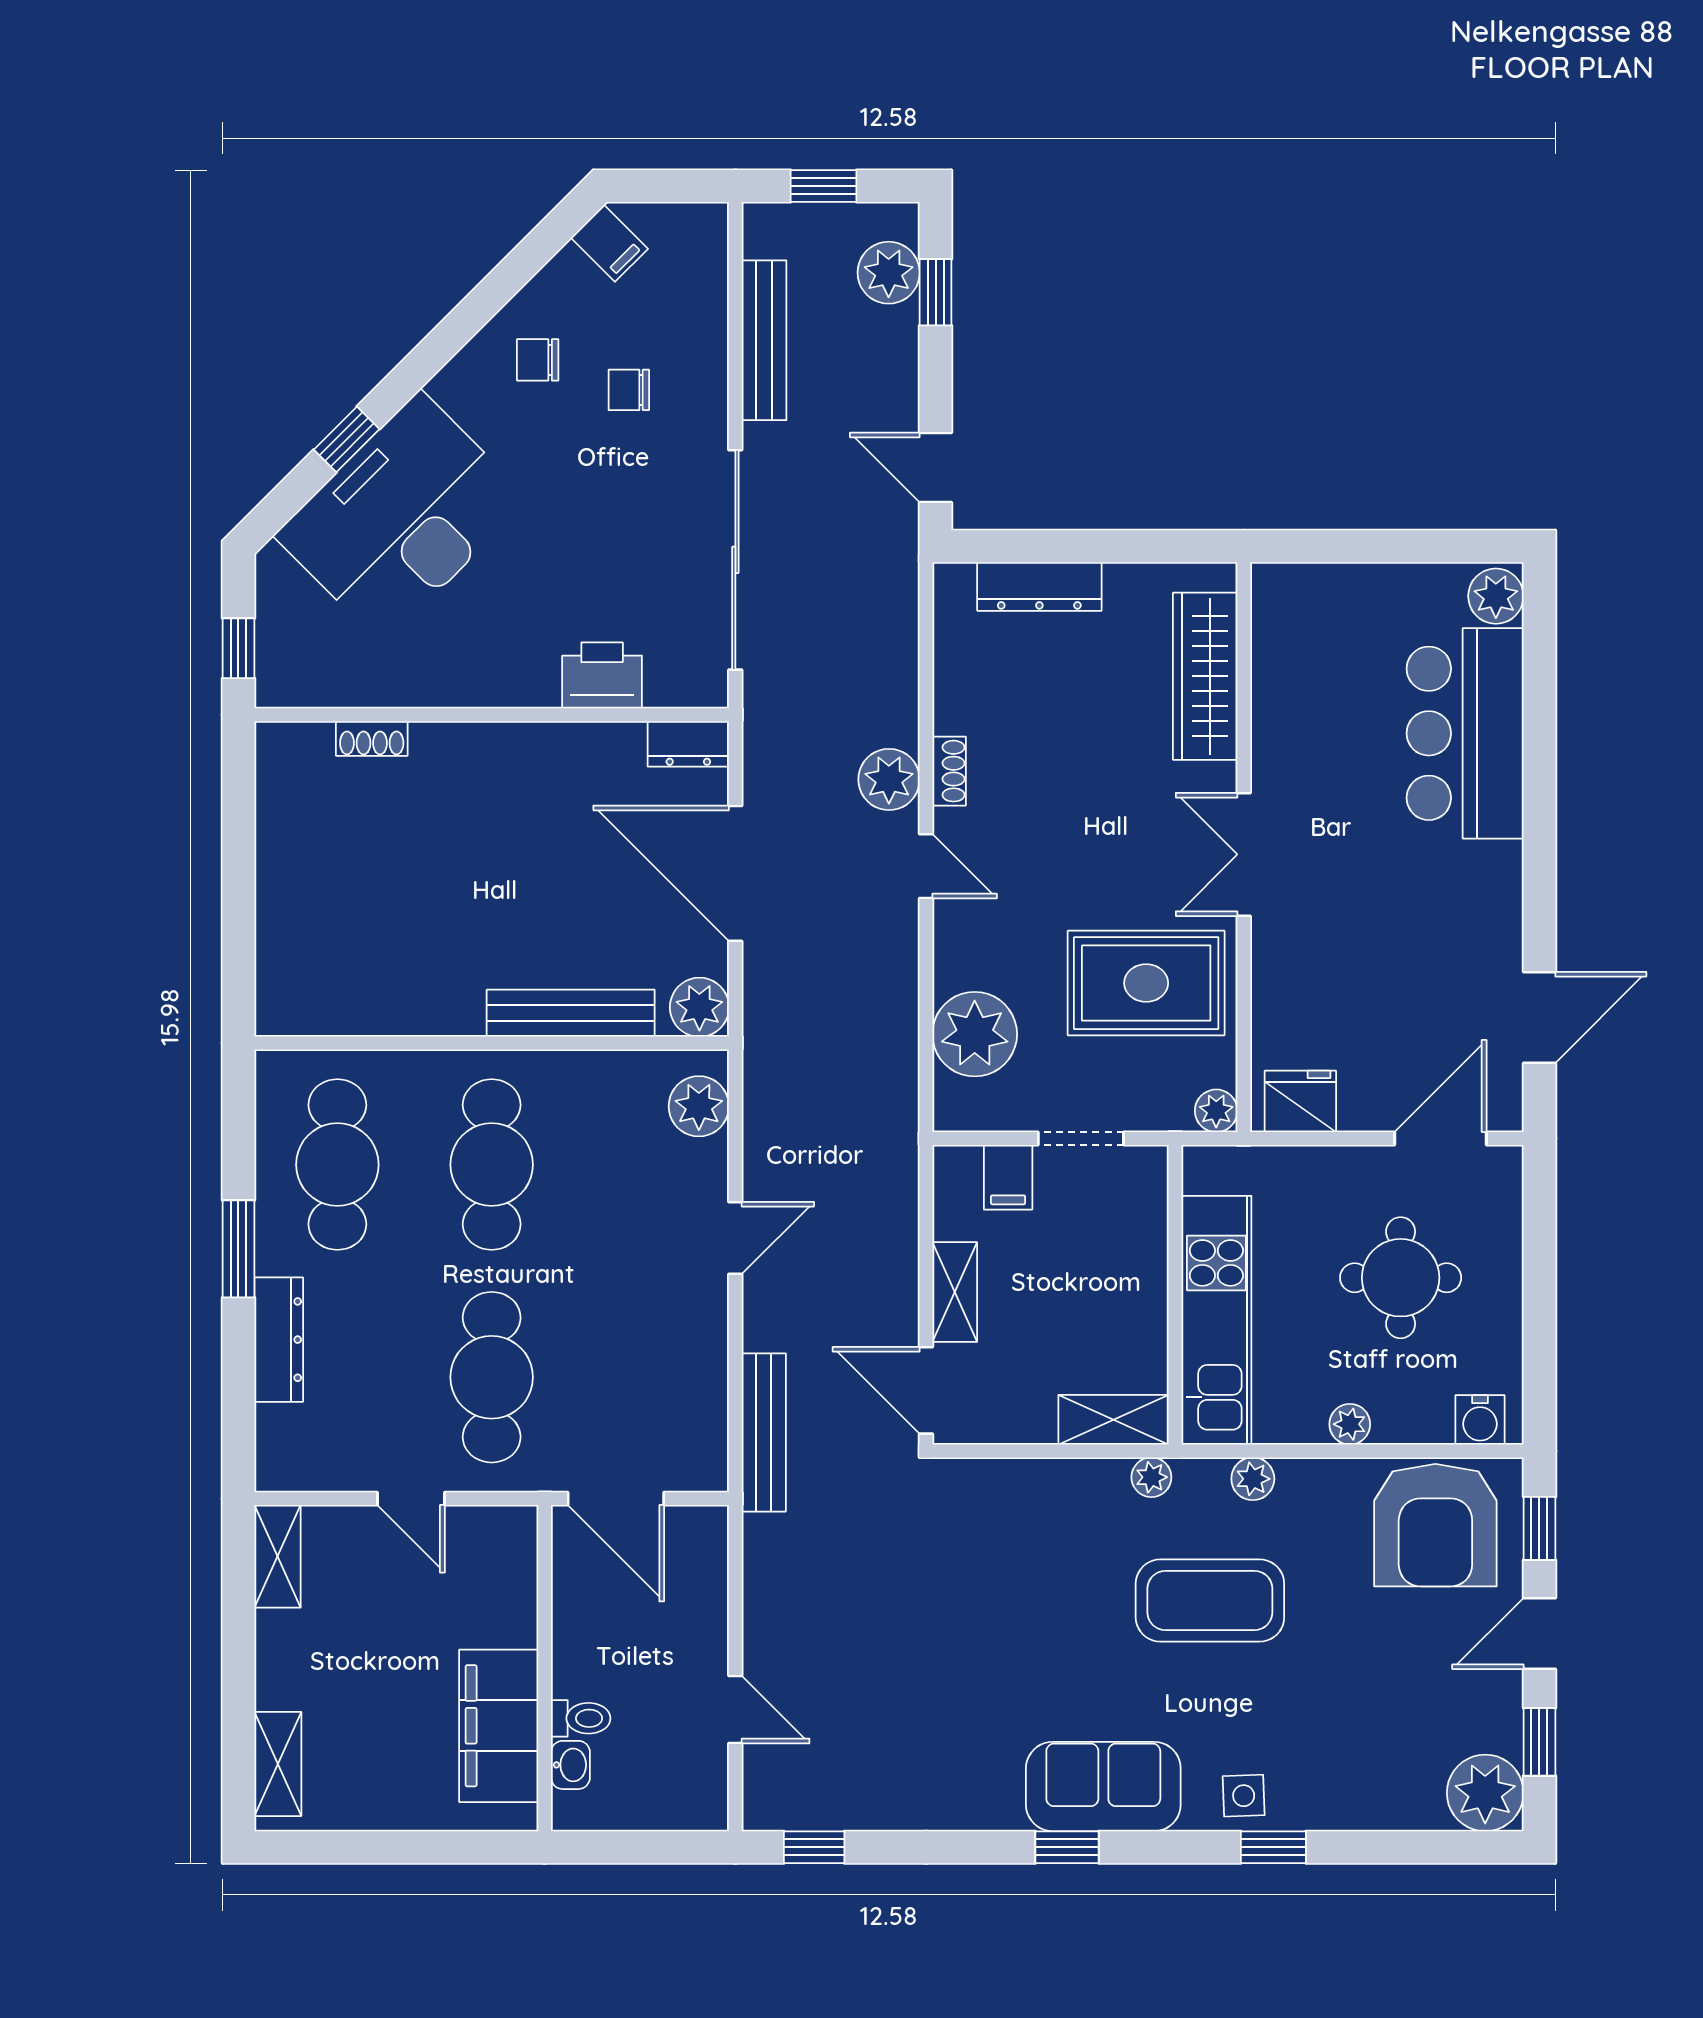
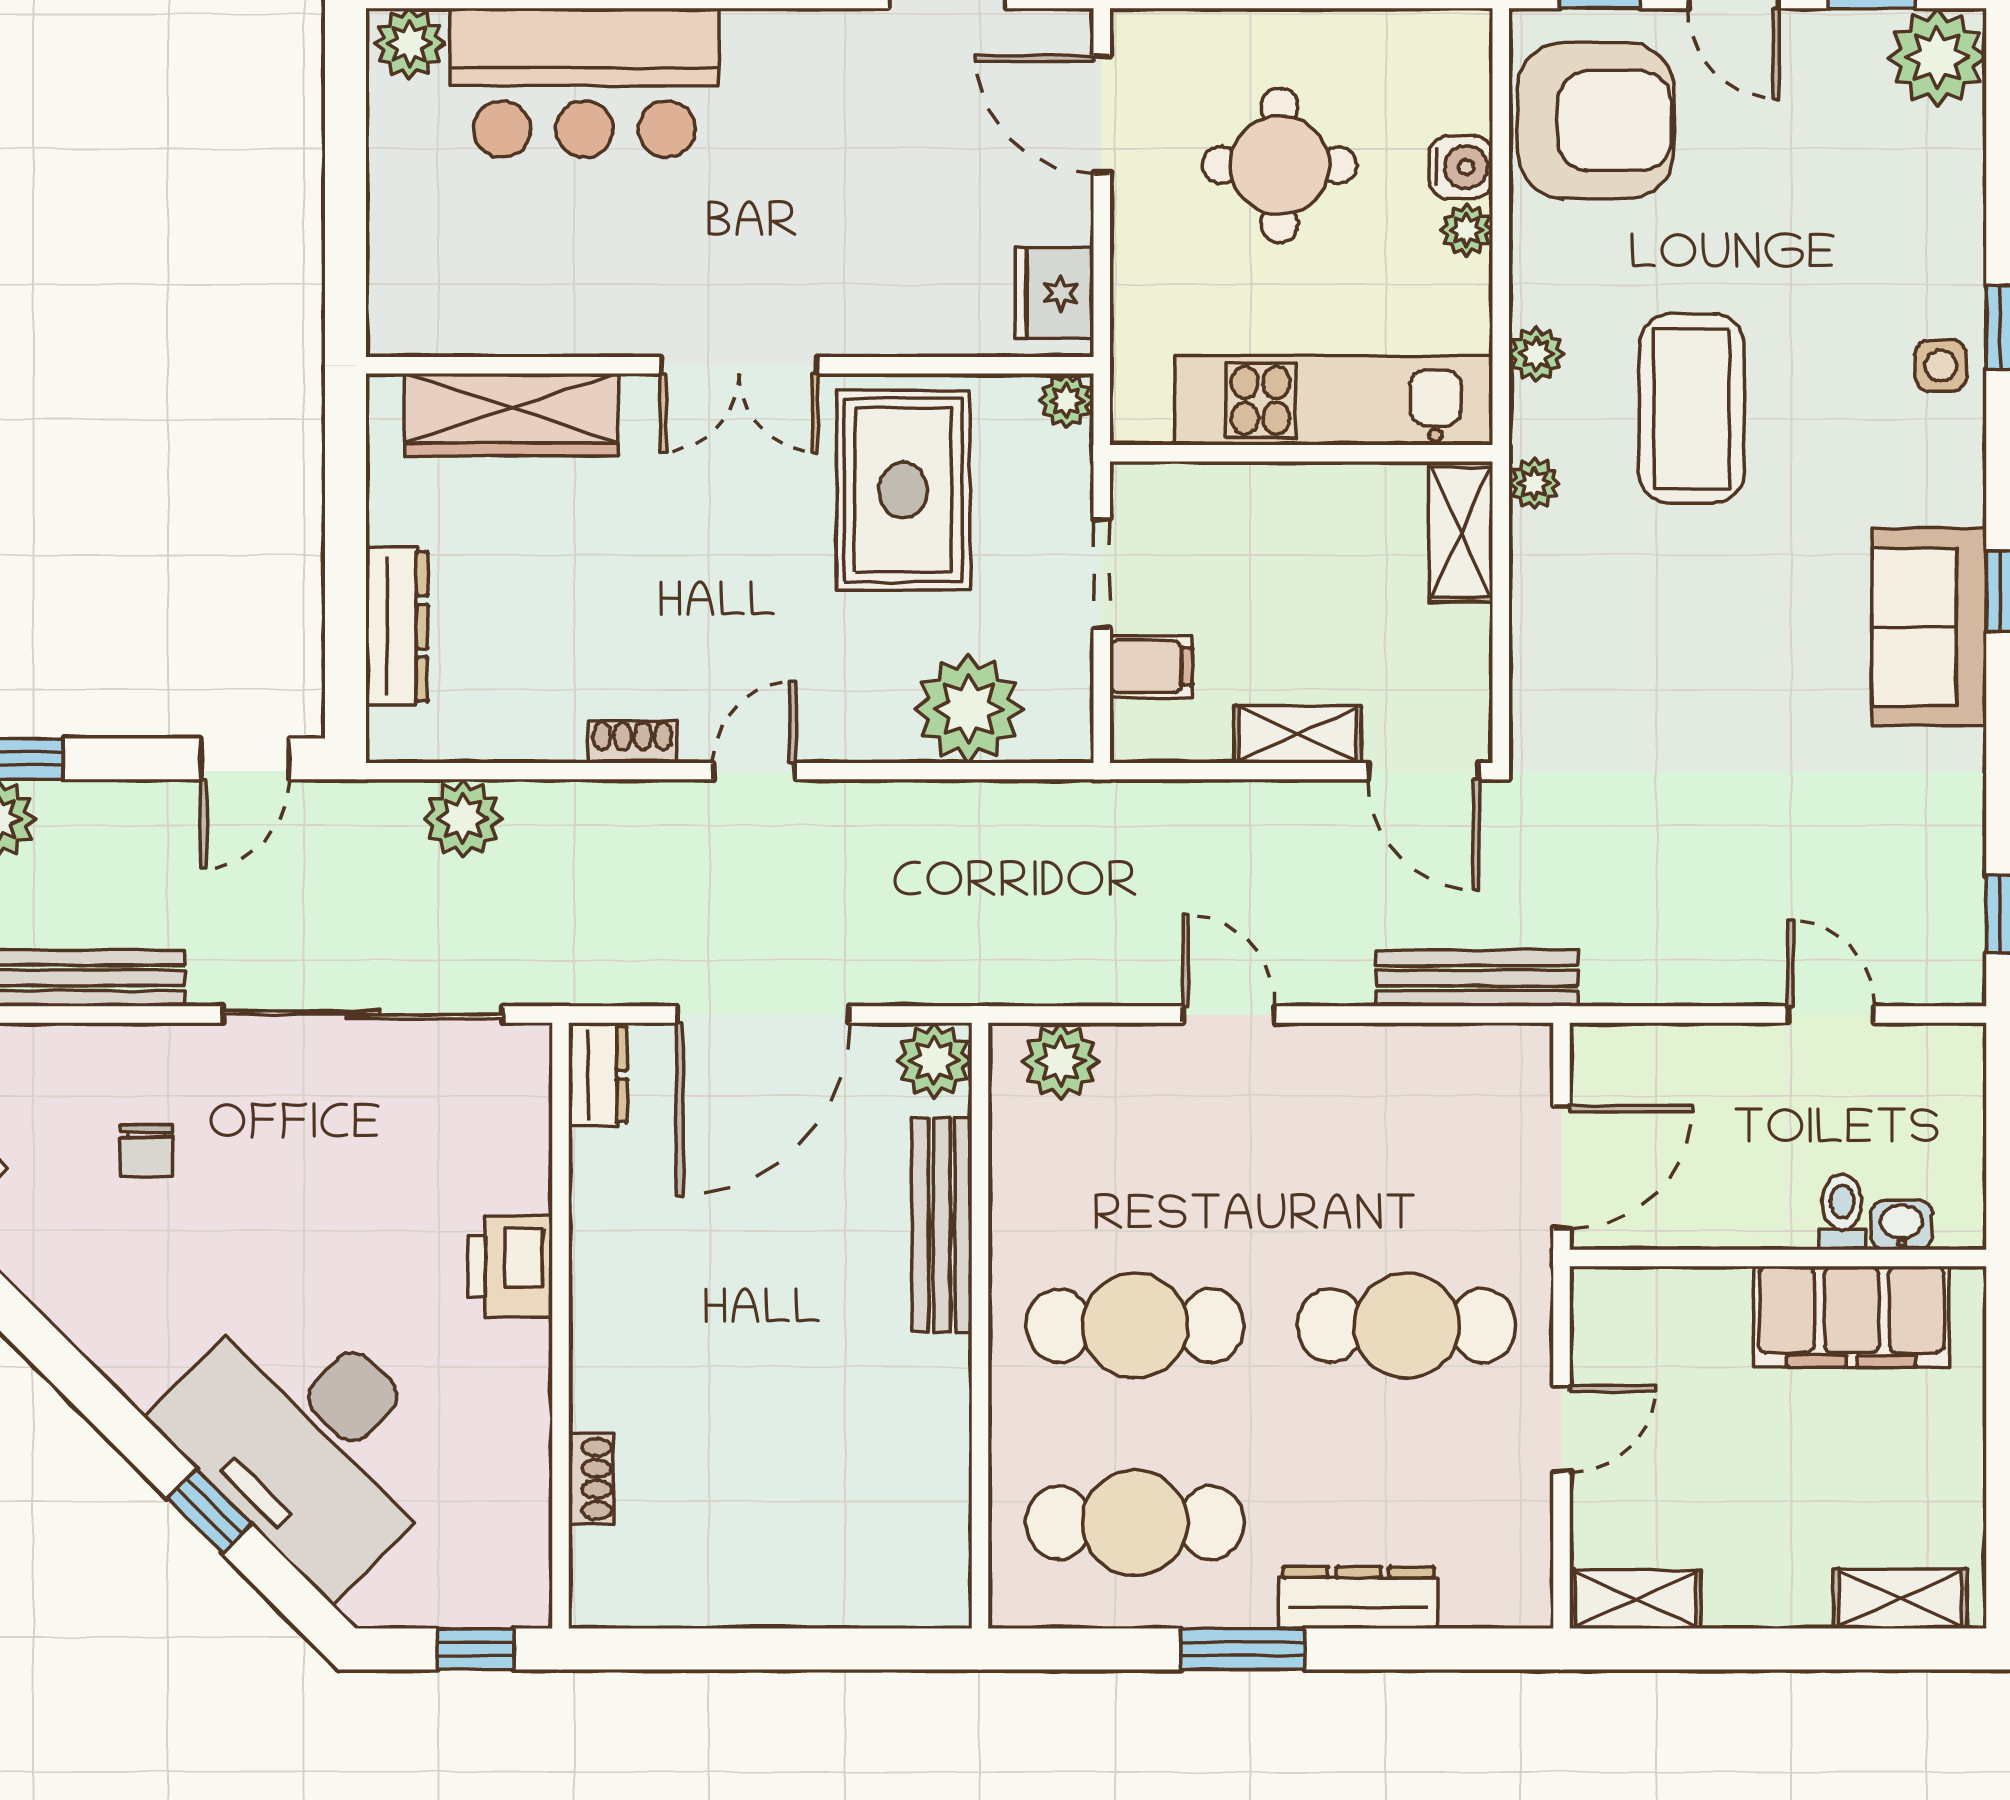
chair: (538, 360) -> (108, 1267), removed
printer: (602, 675) -> (510, 1267), moved
plant: (889, 779) -> (463, 818), moved
door: (926, 1390) -> (1423, 771), hinge flipped
water cooler: (1480, 1420) -> (1461, 167), moved
door: (735, 1710) -> (1831, 1015), hinge flipped
sofa: (1103, 1787) -> (1929, 627), moved

